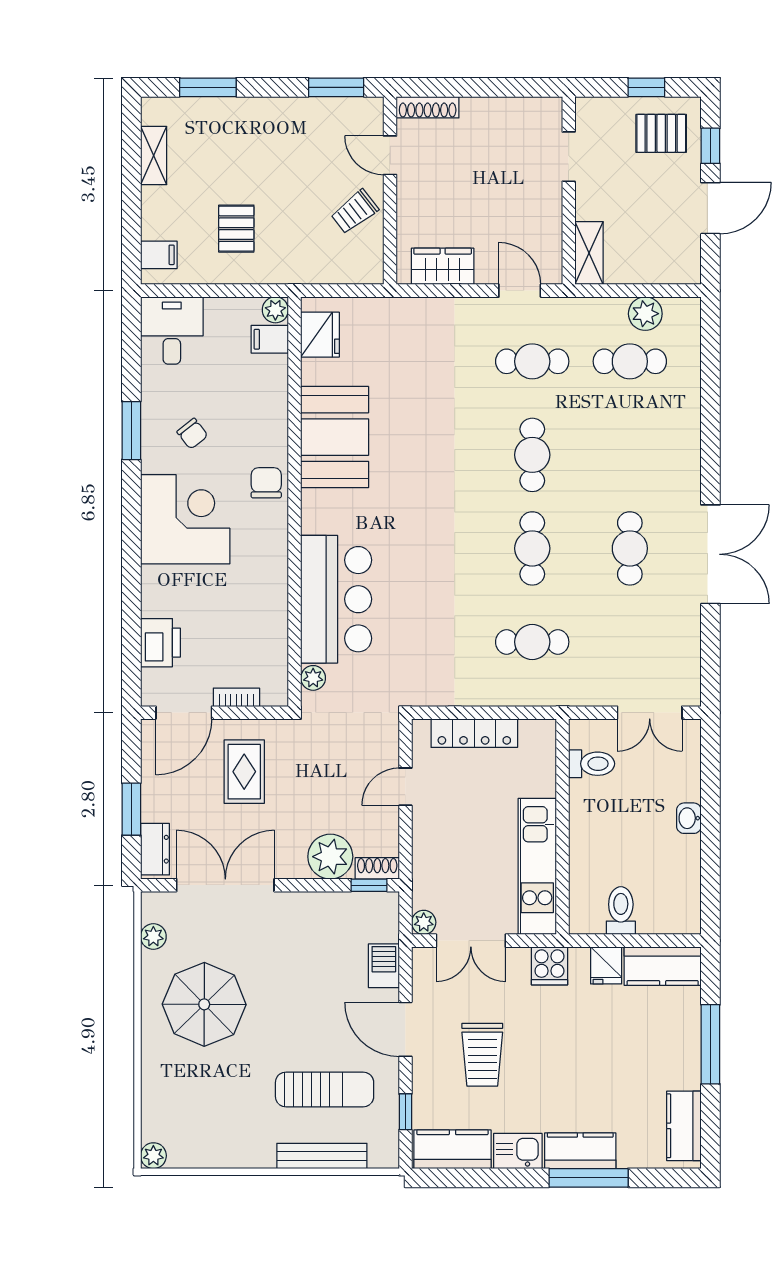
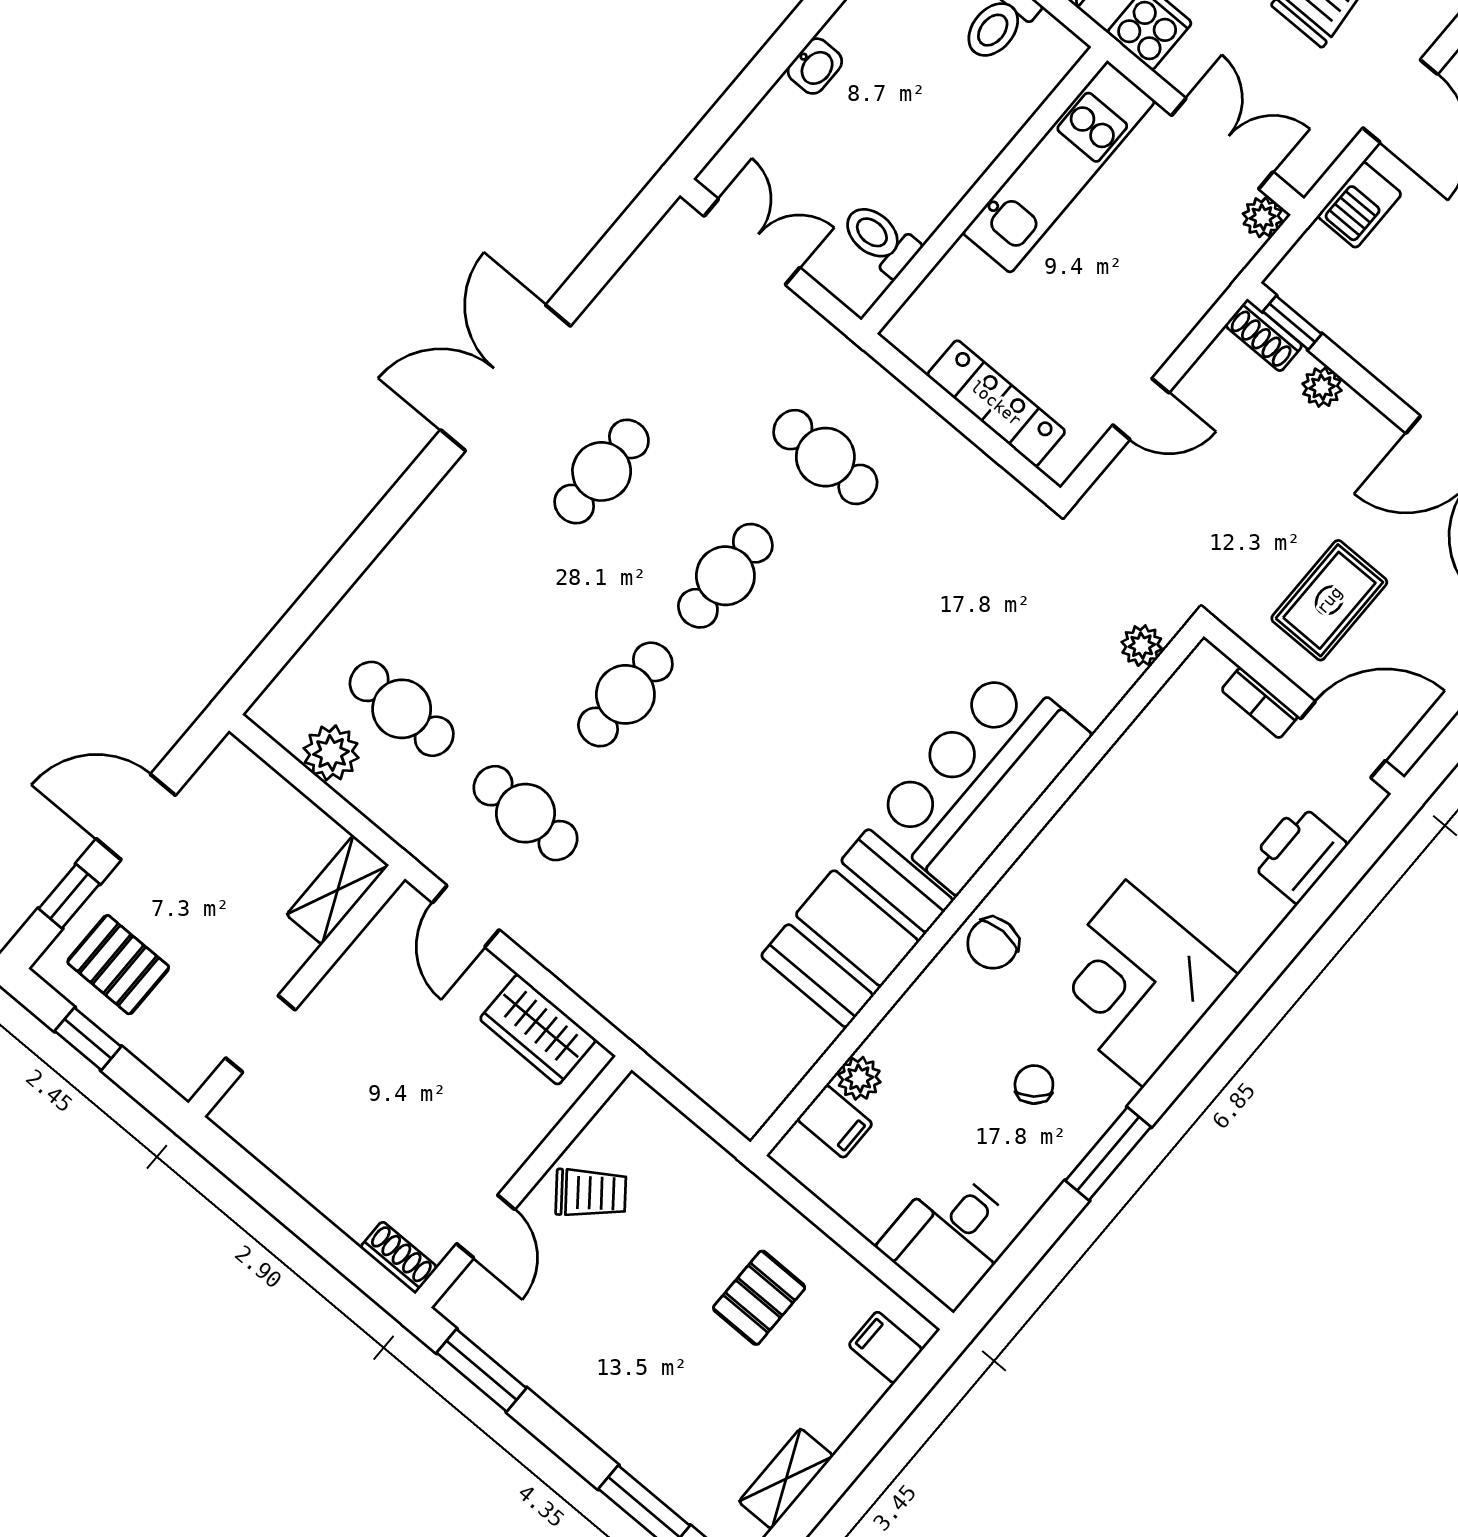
shoe rack: (428, 107) -> (399, 1257), width x0.70
plant: (275, 310) -> (859, 1078), moved
fridge: (320, 335) -> (766, 1074), removed
bar counter: (336, 599) -> (980, 778), moved
plant: (330, 857) -> (1322, 387), width x0.53, depth x0.53

